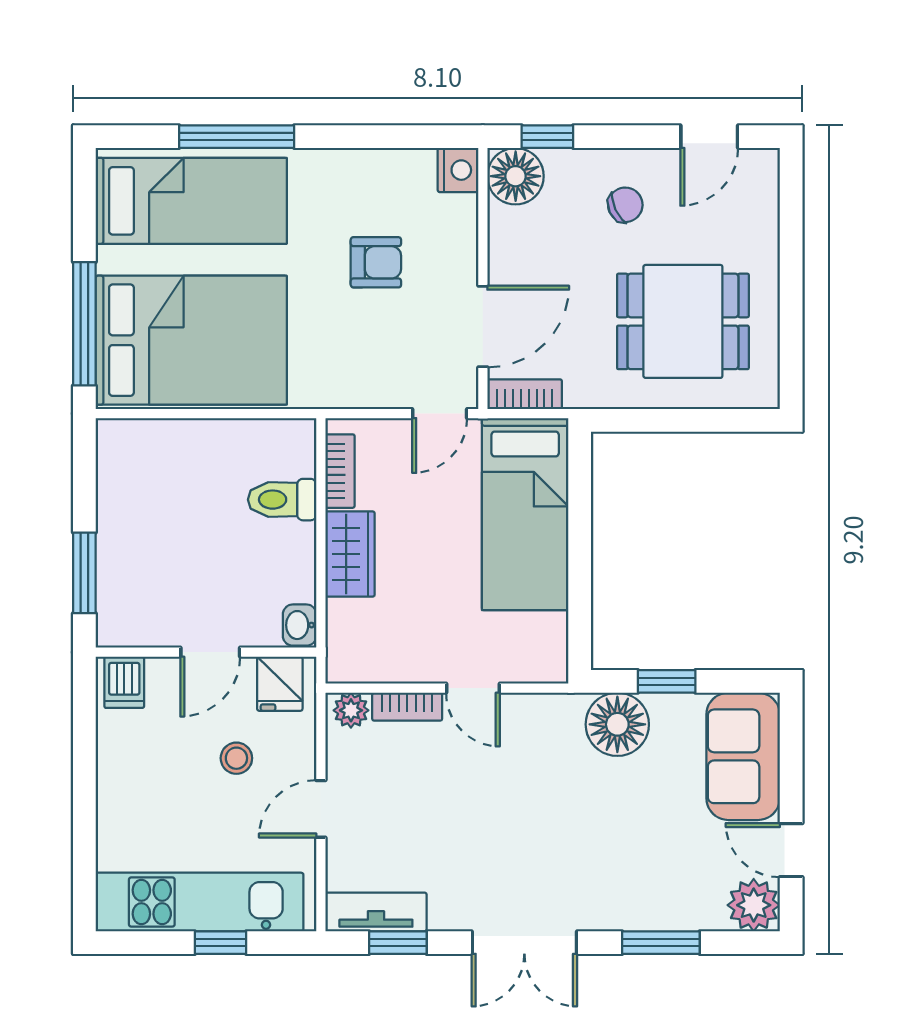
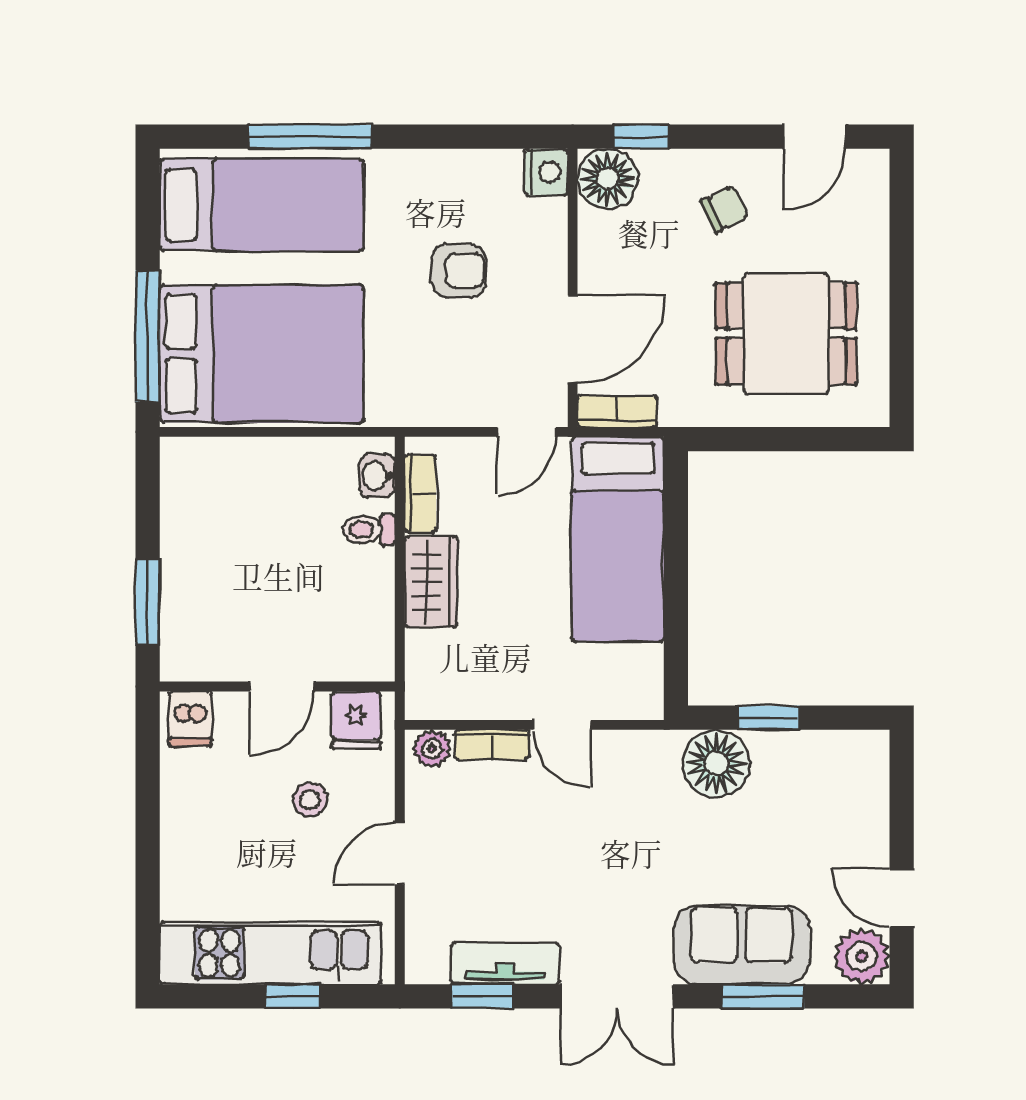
toilet: (282, 500) -> (369, 530), width x0.73, depth x0.72
washbasin: (300, 625) -> (377, 476), moved
sofa: (743, 756) -> (741, 945), moved, turned 90
tv unit: (376, 912) -> (505, 964), moved

